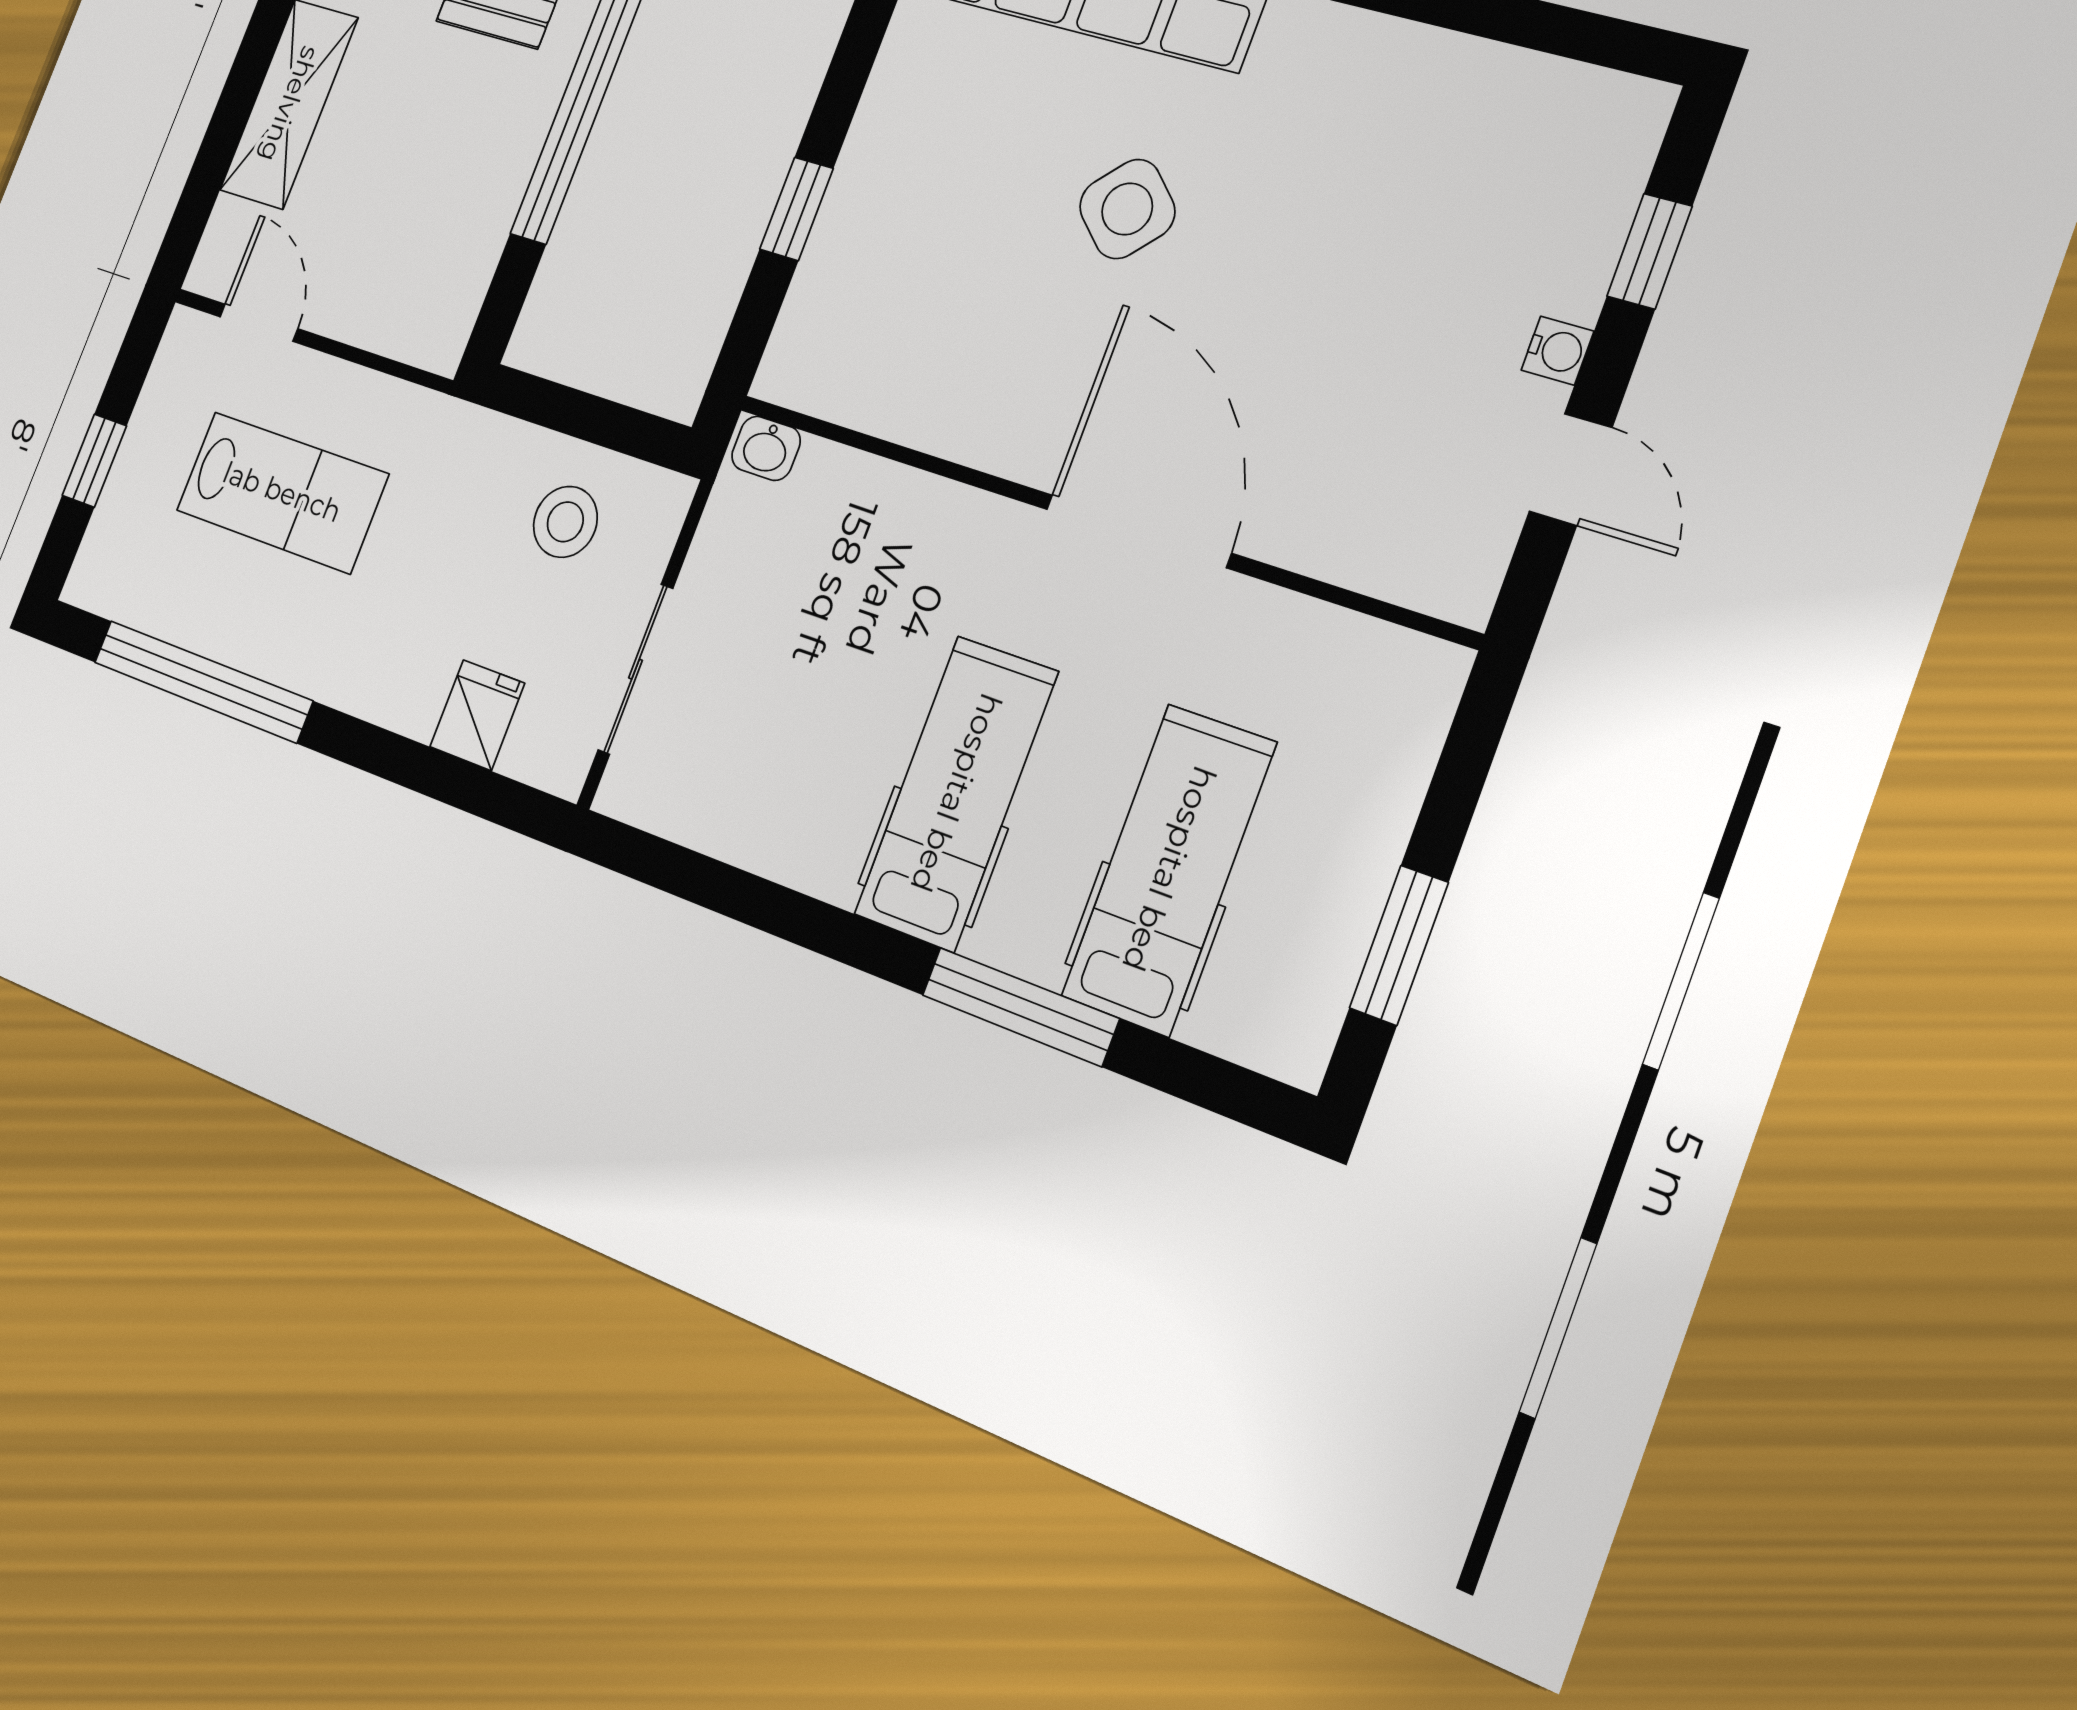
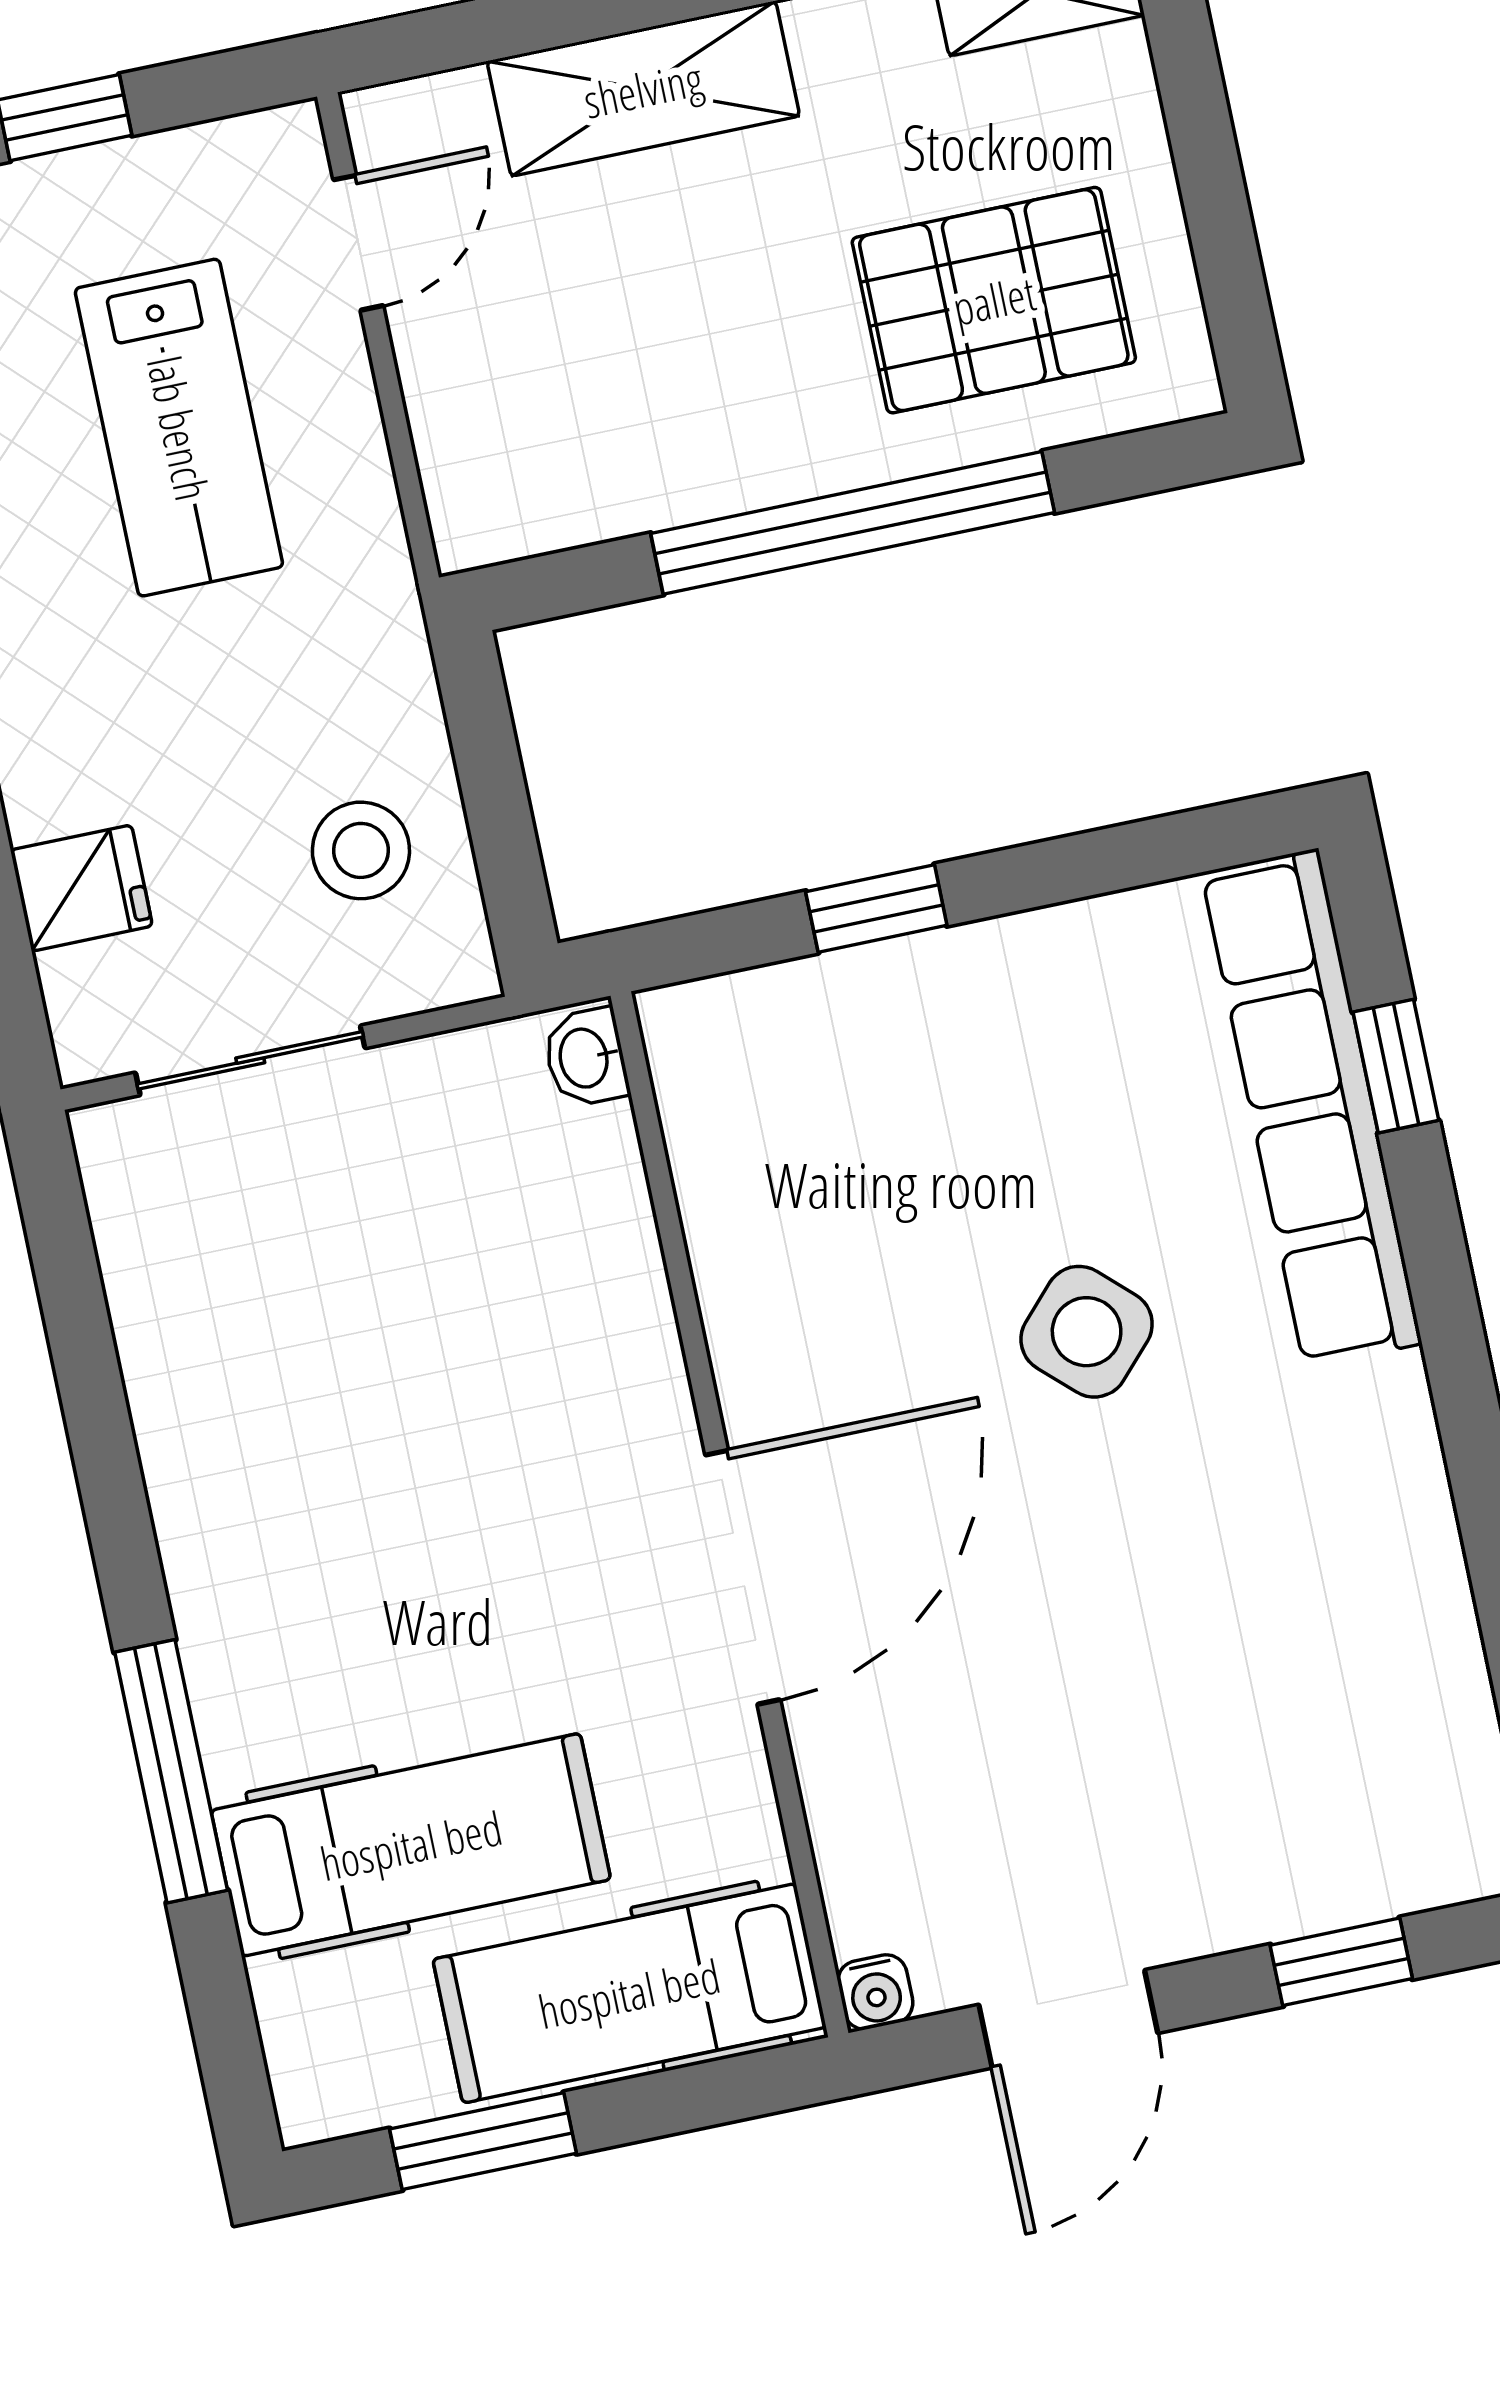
water cooler: (1557, 351) -> (875, 1992), moved
door: (1571, 470) -> (1068, 2019), width x1.38
hospital bed: (956, 793) -> (629, 1993), moved, turned 180

